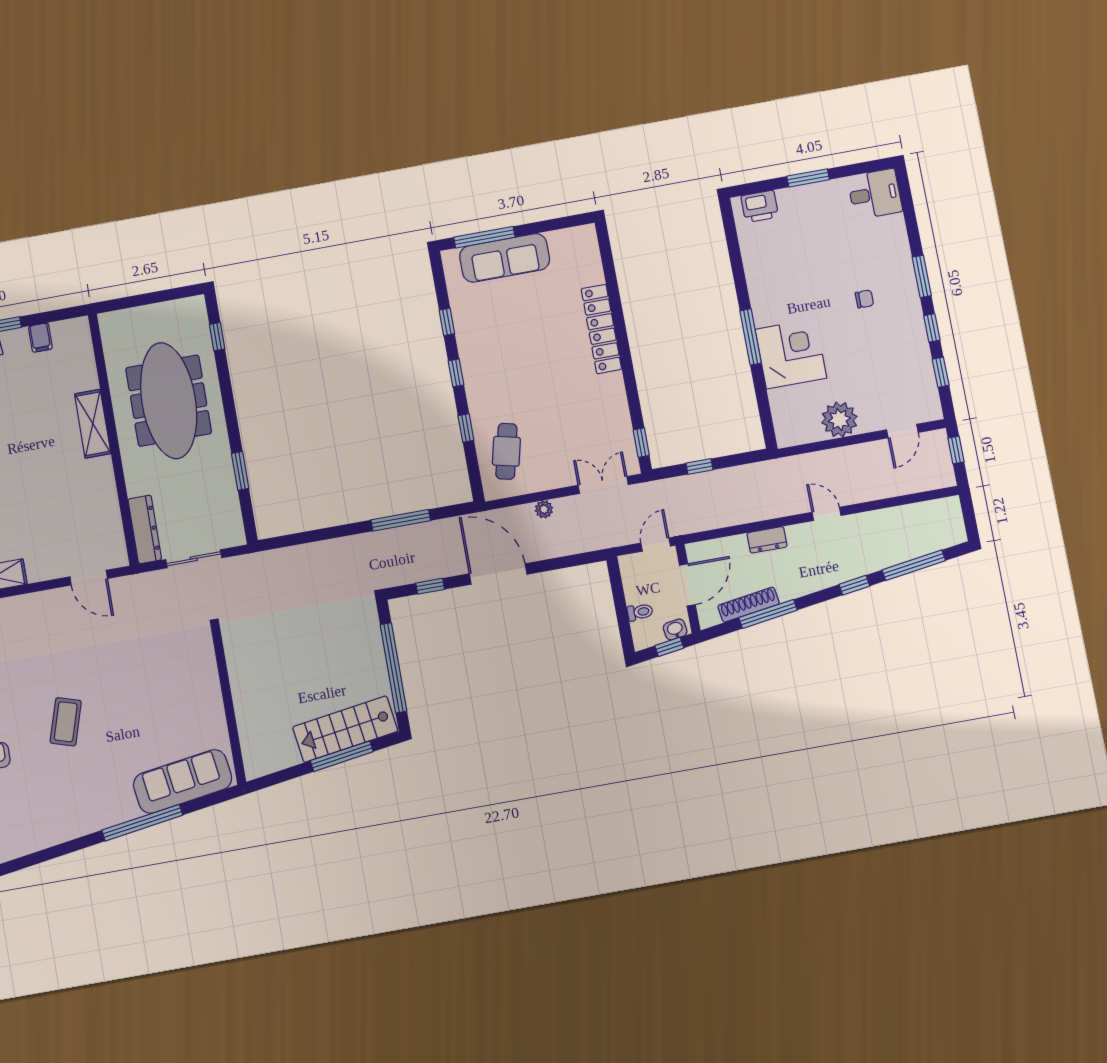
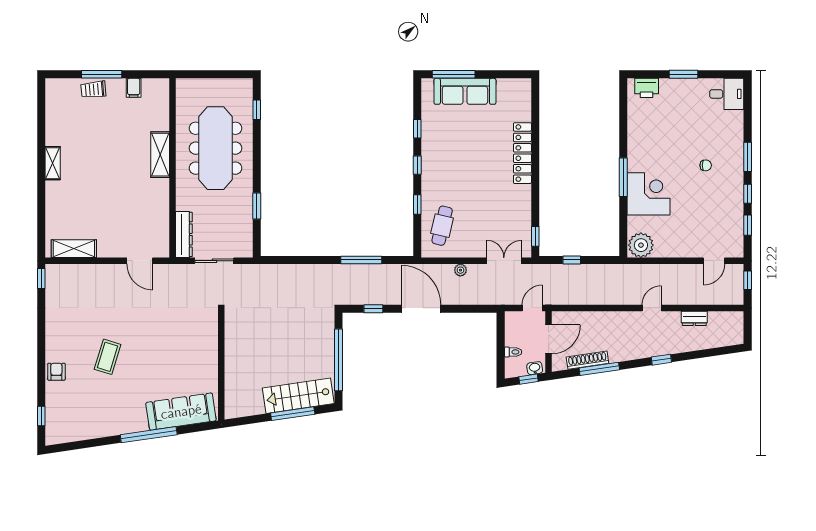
plant: (839, 420) -> (641, 245), moved
door: (826, 514) -> (652, 308), hinge flipped
dresser: (767, 540) -> (694, 318), moved
window: (914, 565) -> (704, 353), removed

